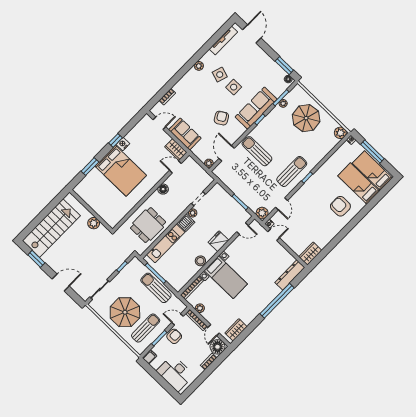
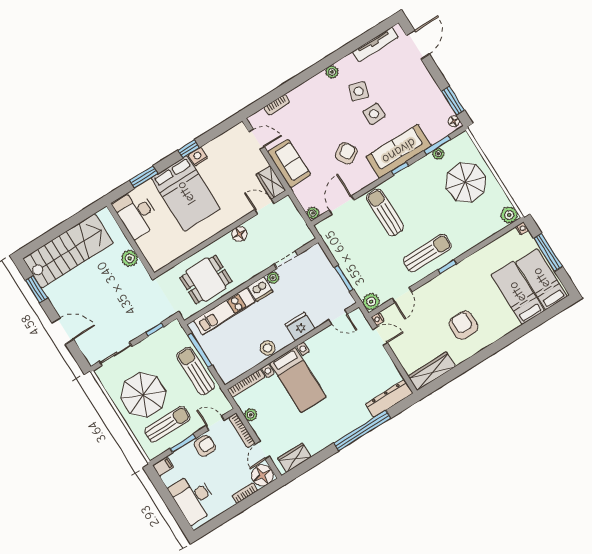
desk: (91, 192) -> (137, 214), added
armchair: (340, 206) -> (463, 325), moved
wardrobe: (310, 254) -> (432, 371), width x1.50

